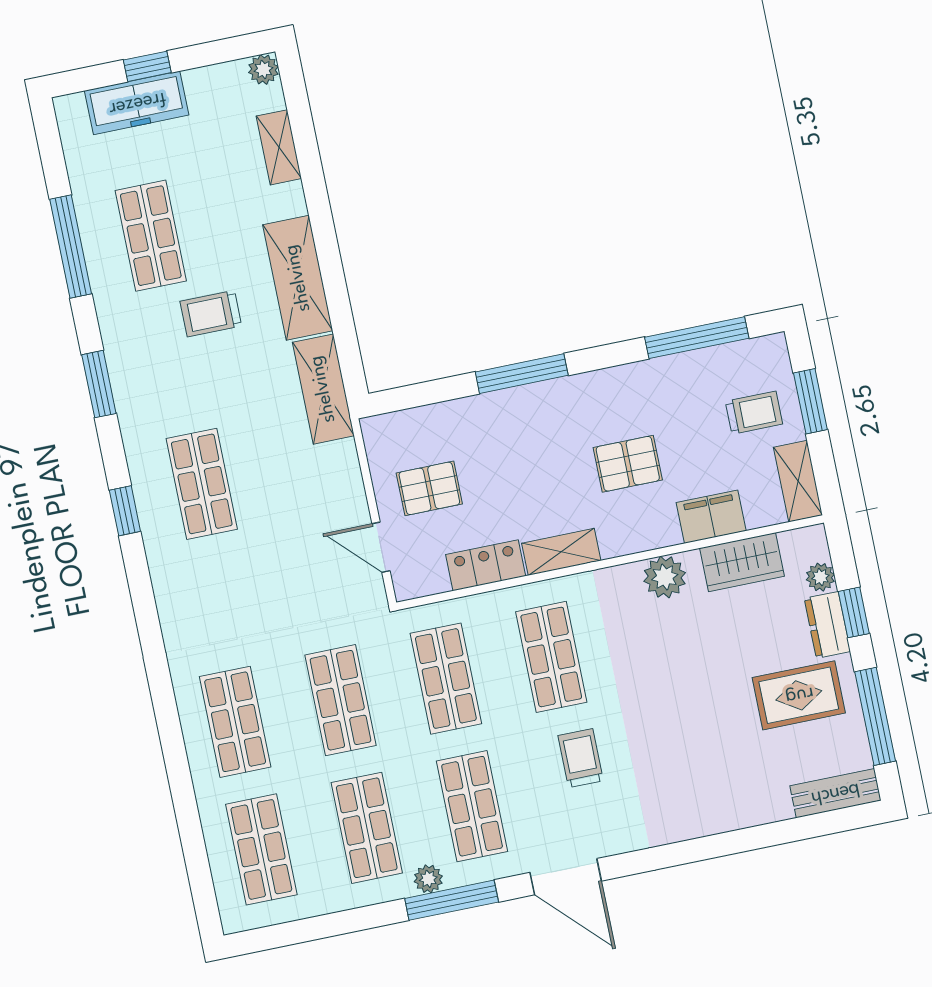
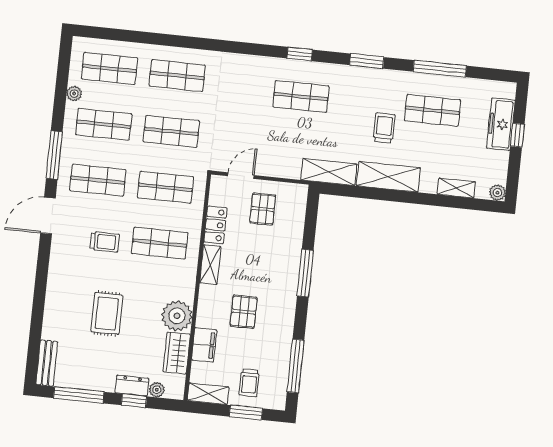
plant: (665, 577) -> (177, 316), width x1.36, depth x1.36
rug: (799, 695) -> (107, 314), moved
plant: (428, 879) -> (74, 94), moved

